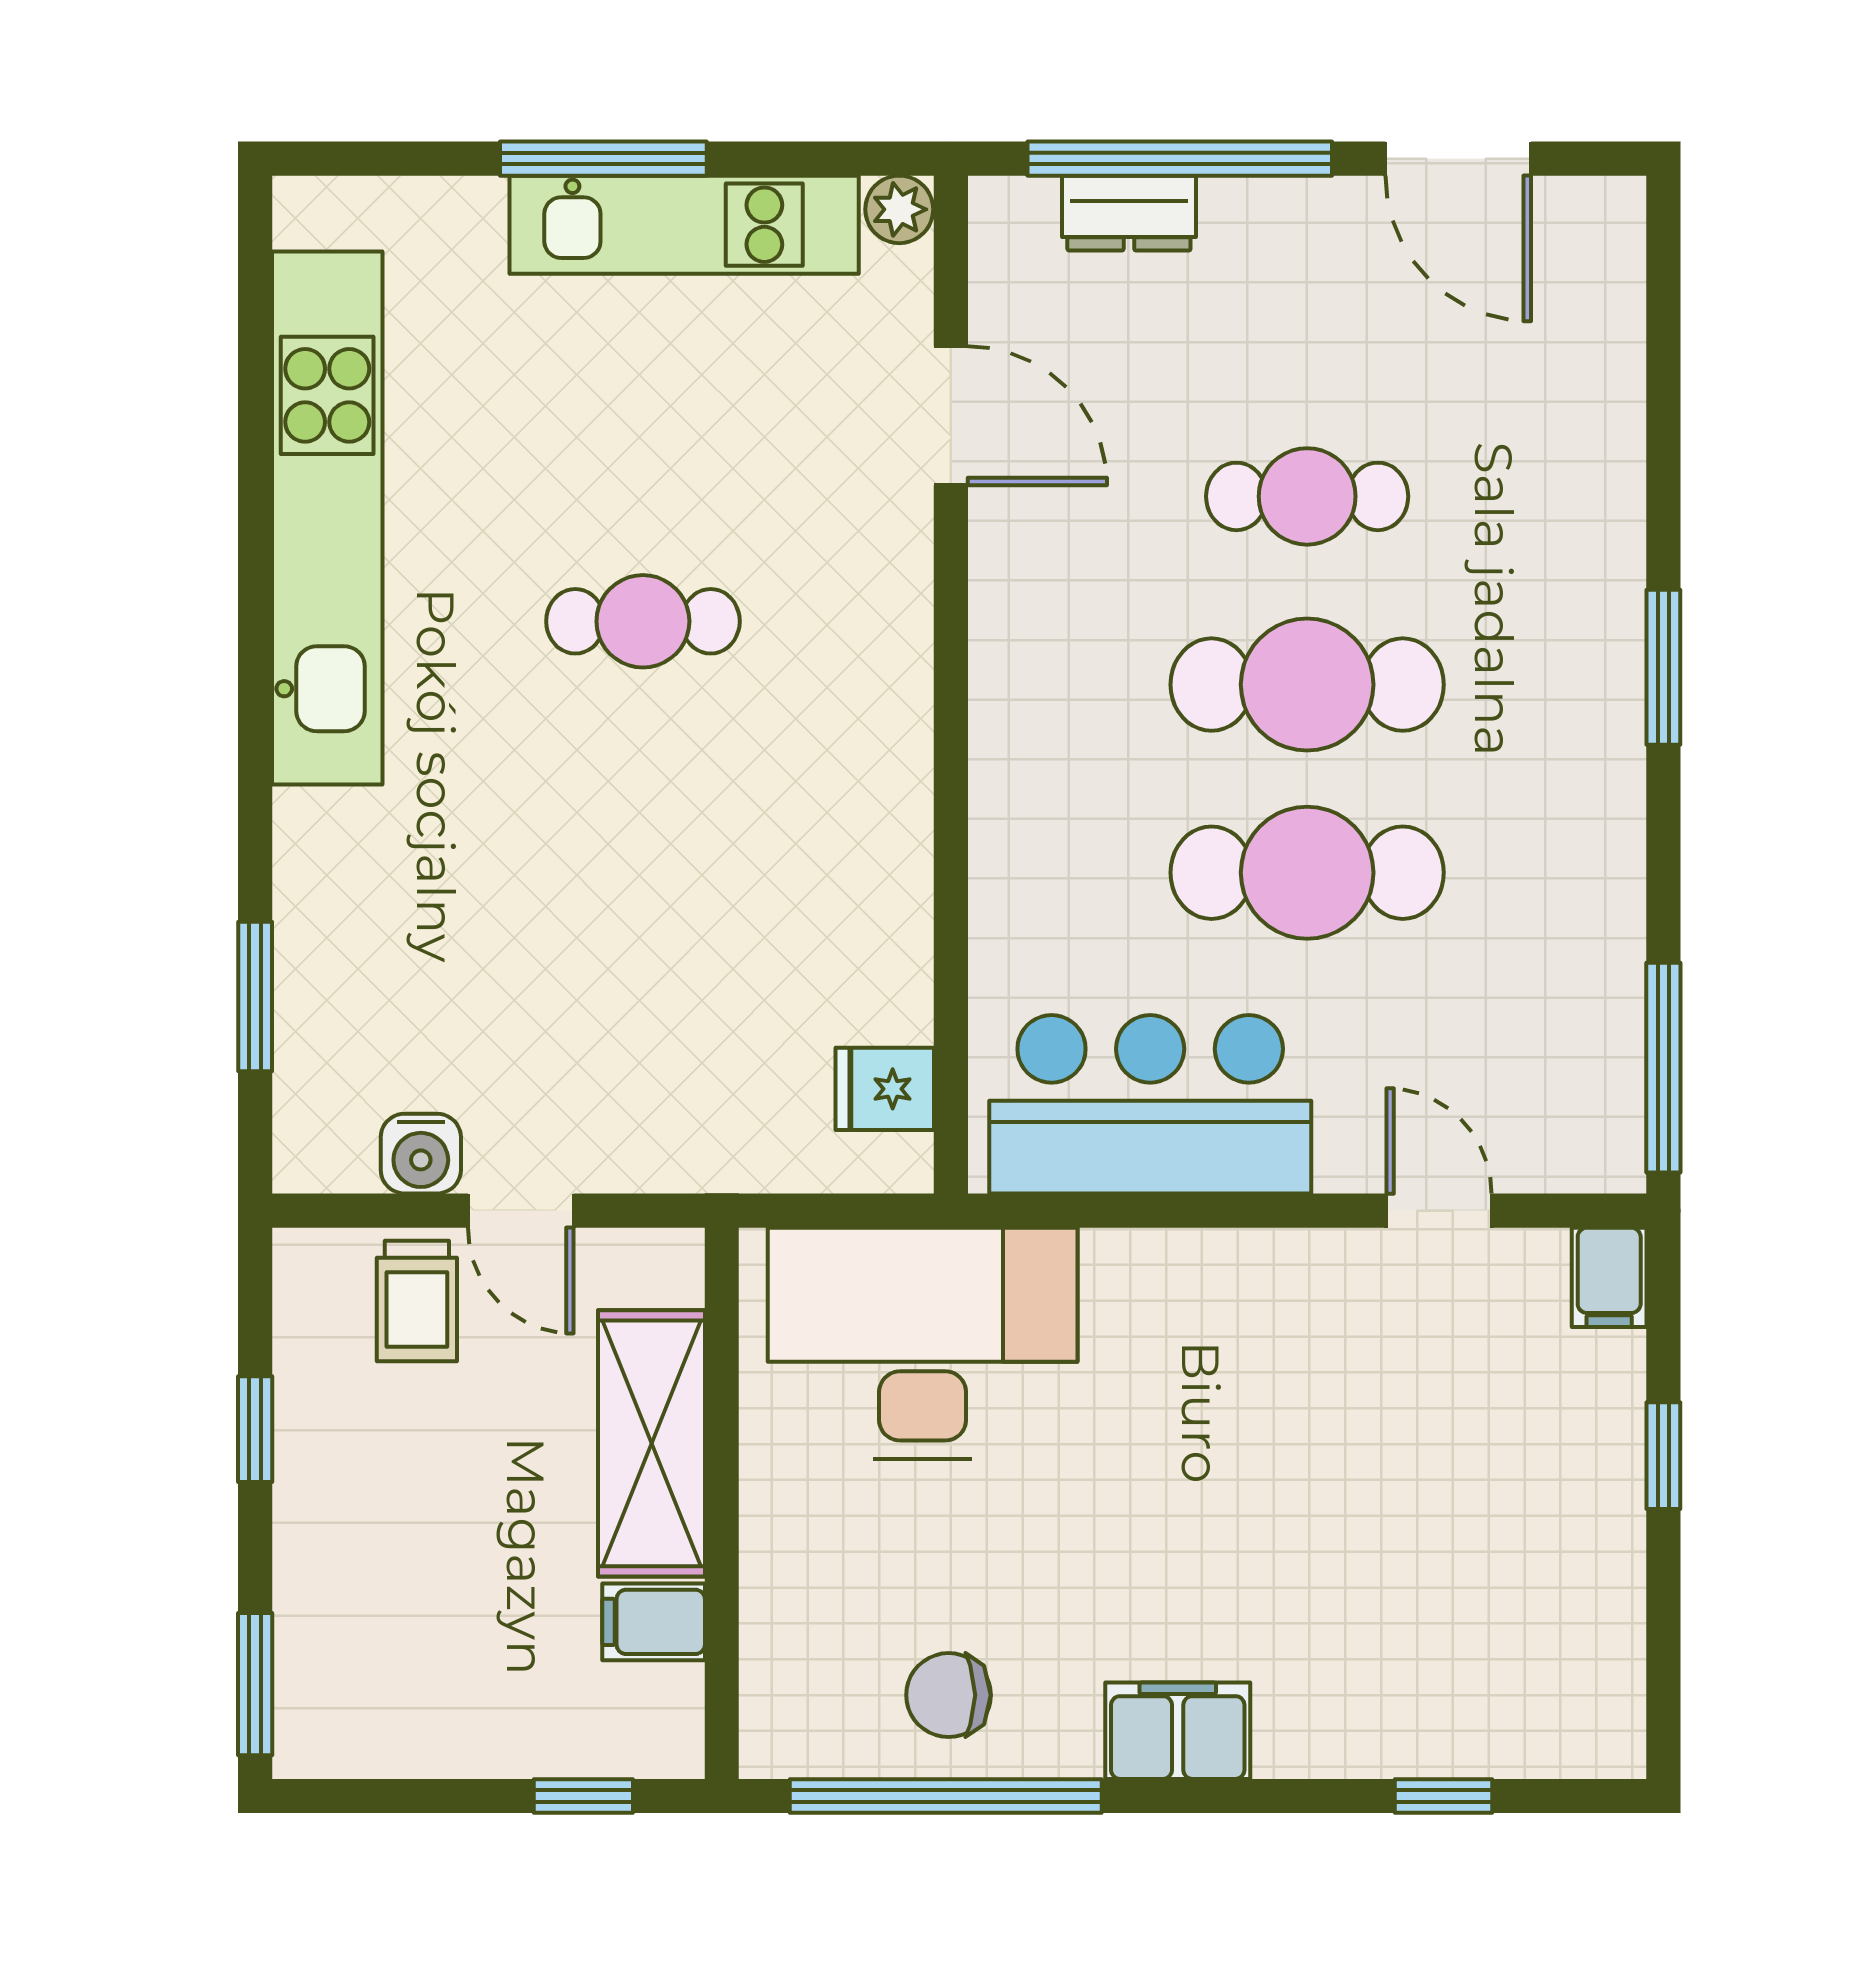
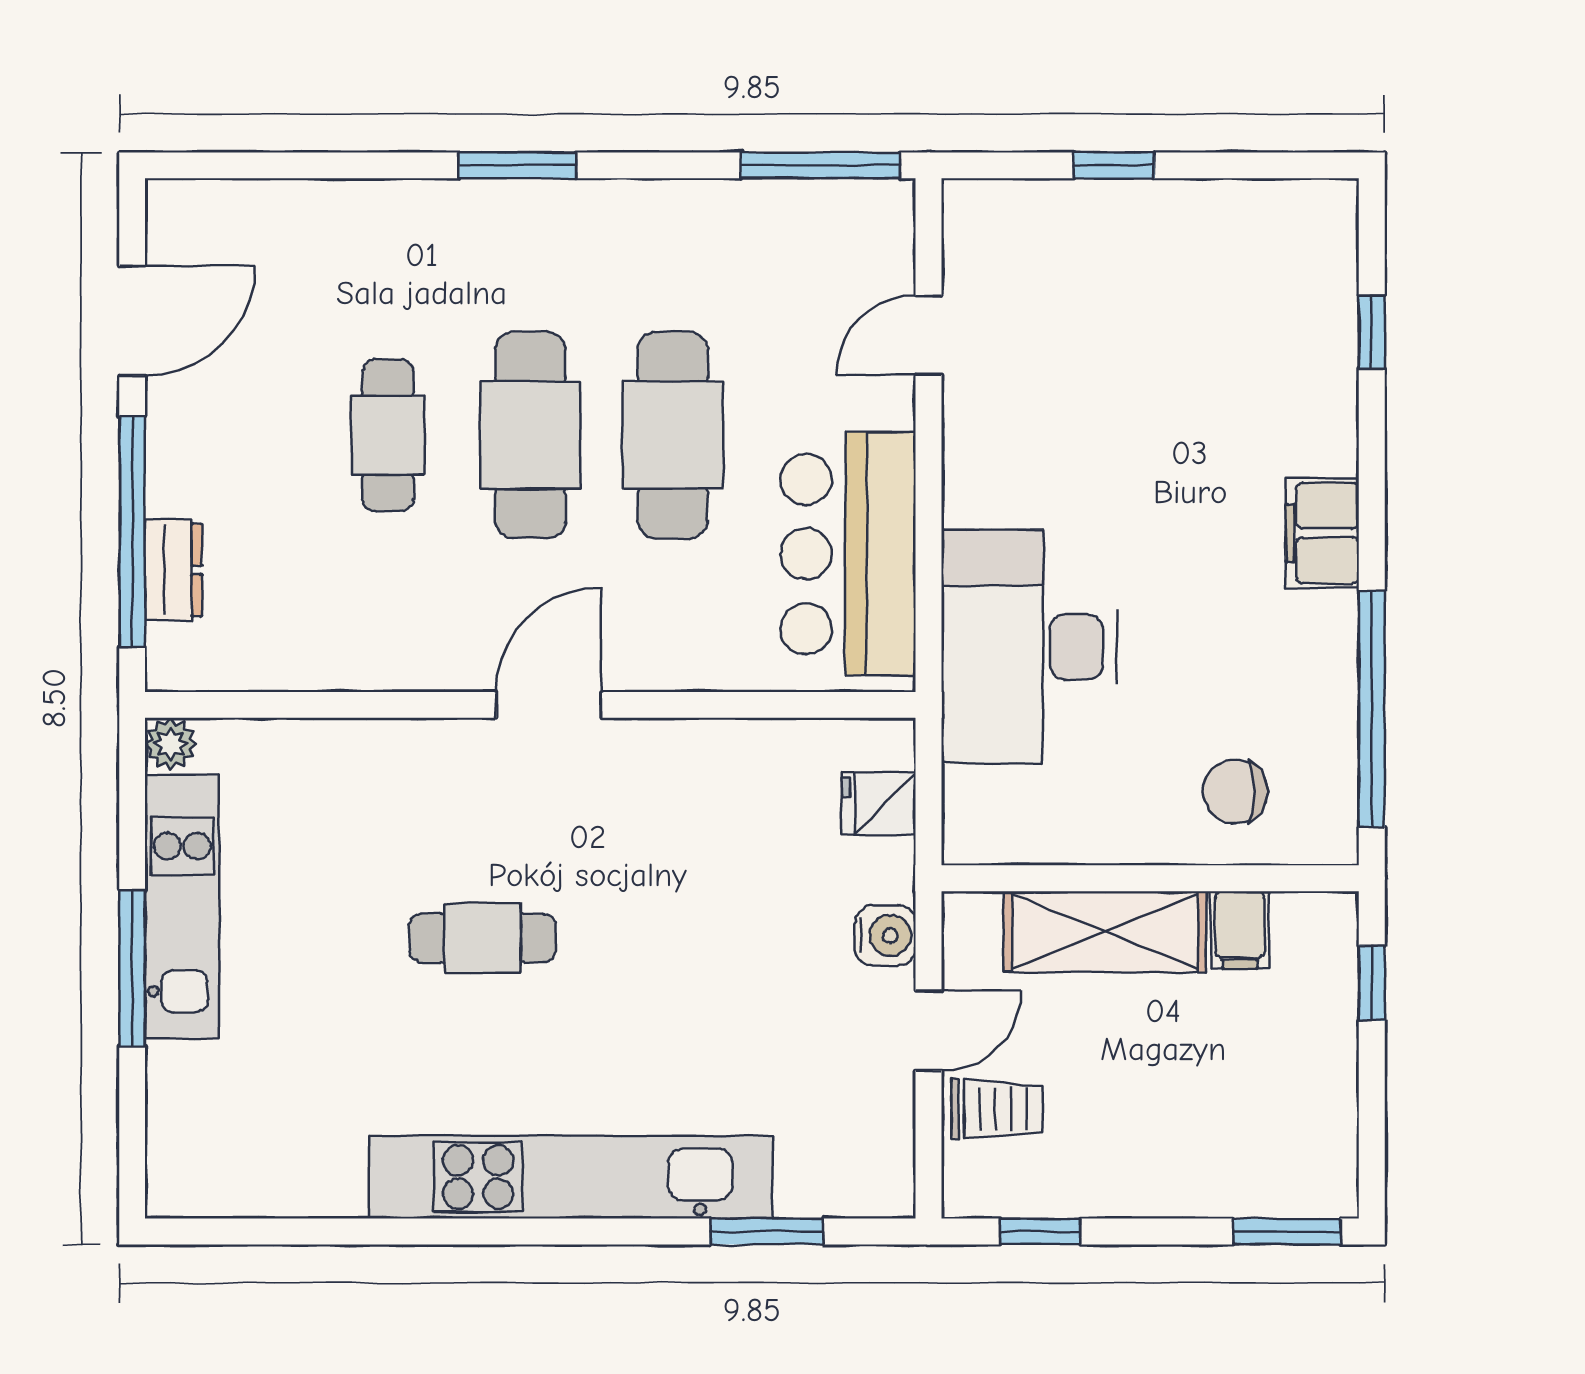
door: (951, 416) -> (549, 705), moved
kitchen unit: (327, 518) -> (571, 1177), moved
cafe table: (643, 621) -> (482, 938), turned 90
fridge: (885, 1089) -> (879, 804), moved, turned 90
water cooler: (421, 1154) -> (885, 935), moved
filing cabinet: (1609, 1277) -> (979, 206), removed
desk: (923, 1343) -> (1029, 647), moved
window: (255, 1429) -> (1040, 1232), moved
chair: (949, 1695) -> (1235, 791), moved, turned 90

